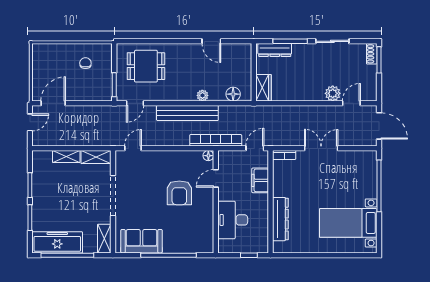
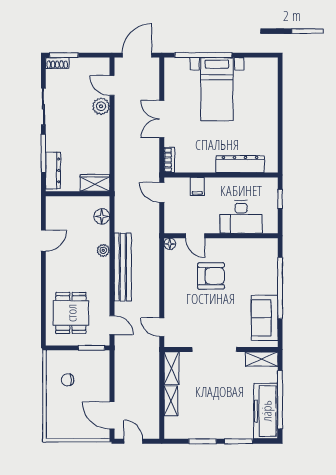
bookcase: (216, 140) -> (153, 236), removed
filing cabinet: (260, 180) -> (197, 187), width x0.50
bed with nightstands: (348, 223) -> (217, 89), moved

